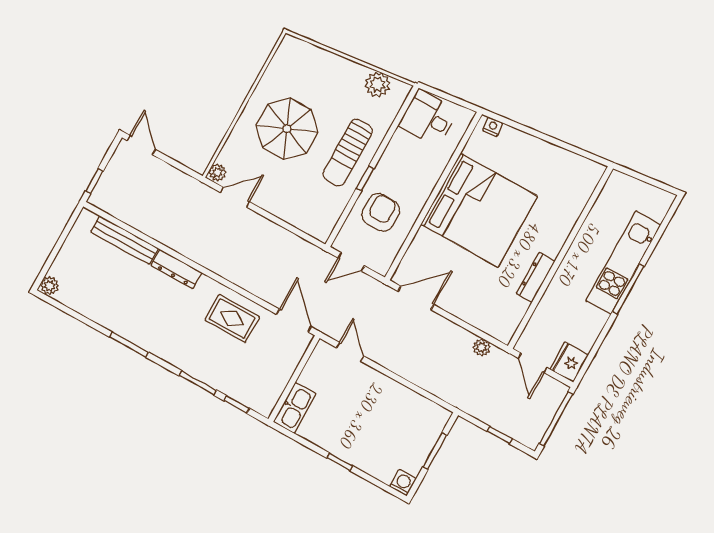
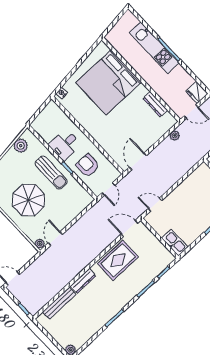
desk: (428, 118) -> (65, 145), moved
bed: (479, 210) -> (109, 82), moved, turned 180
dresser: (536, 277) -> (155, 104), moved
rug: (232, 318) -> (118, 260), width x1.36, depth x1.43

